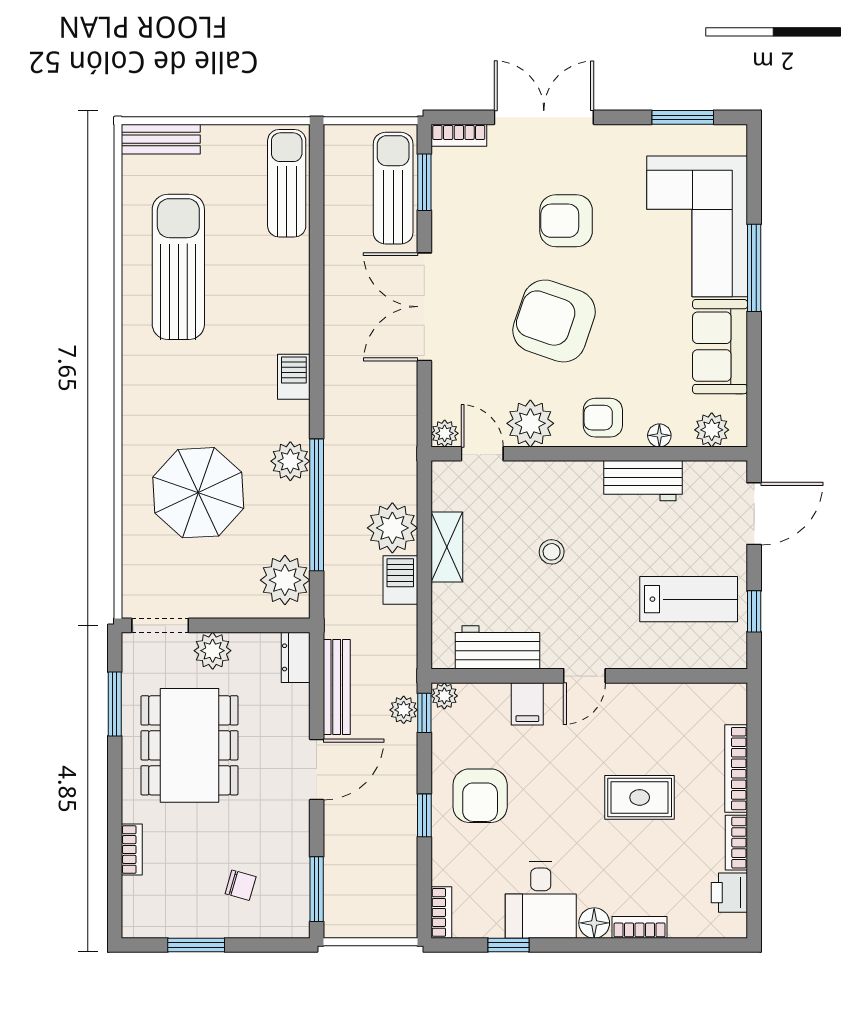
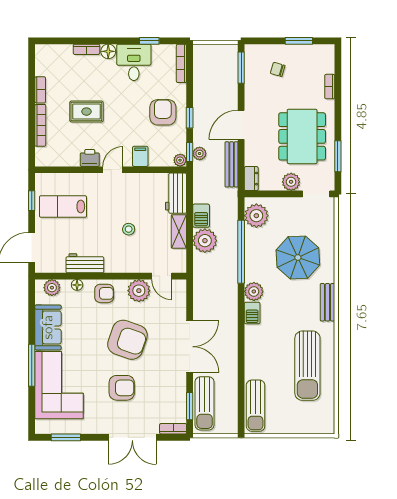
bench: (161, 139) -> (327, 302), moved, turned 90
plant: (445, 433) -> (180, 286), removed
plant: (290, 461) -> (254, 291), moved
workbench: (498, 647) -> (176, 193), moved, turned 90
window: (424, 815) -> (190, 118), moved
printer: (729, 893) -> (90, 158), moved, turned -90
bookcase: (441, 912) -> (181, 63), width x1.56

